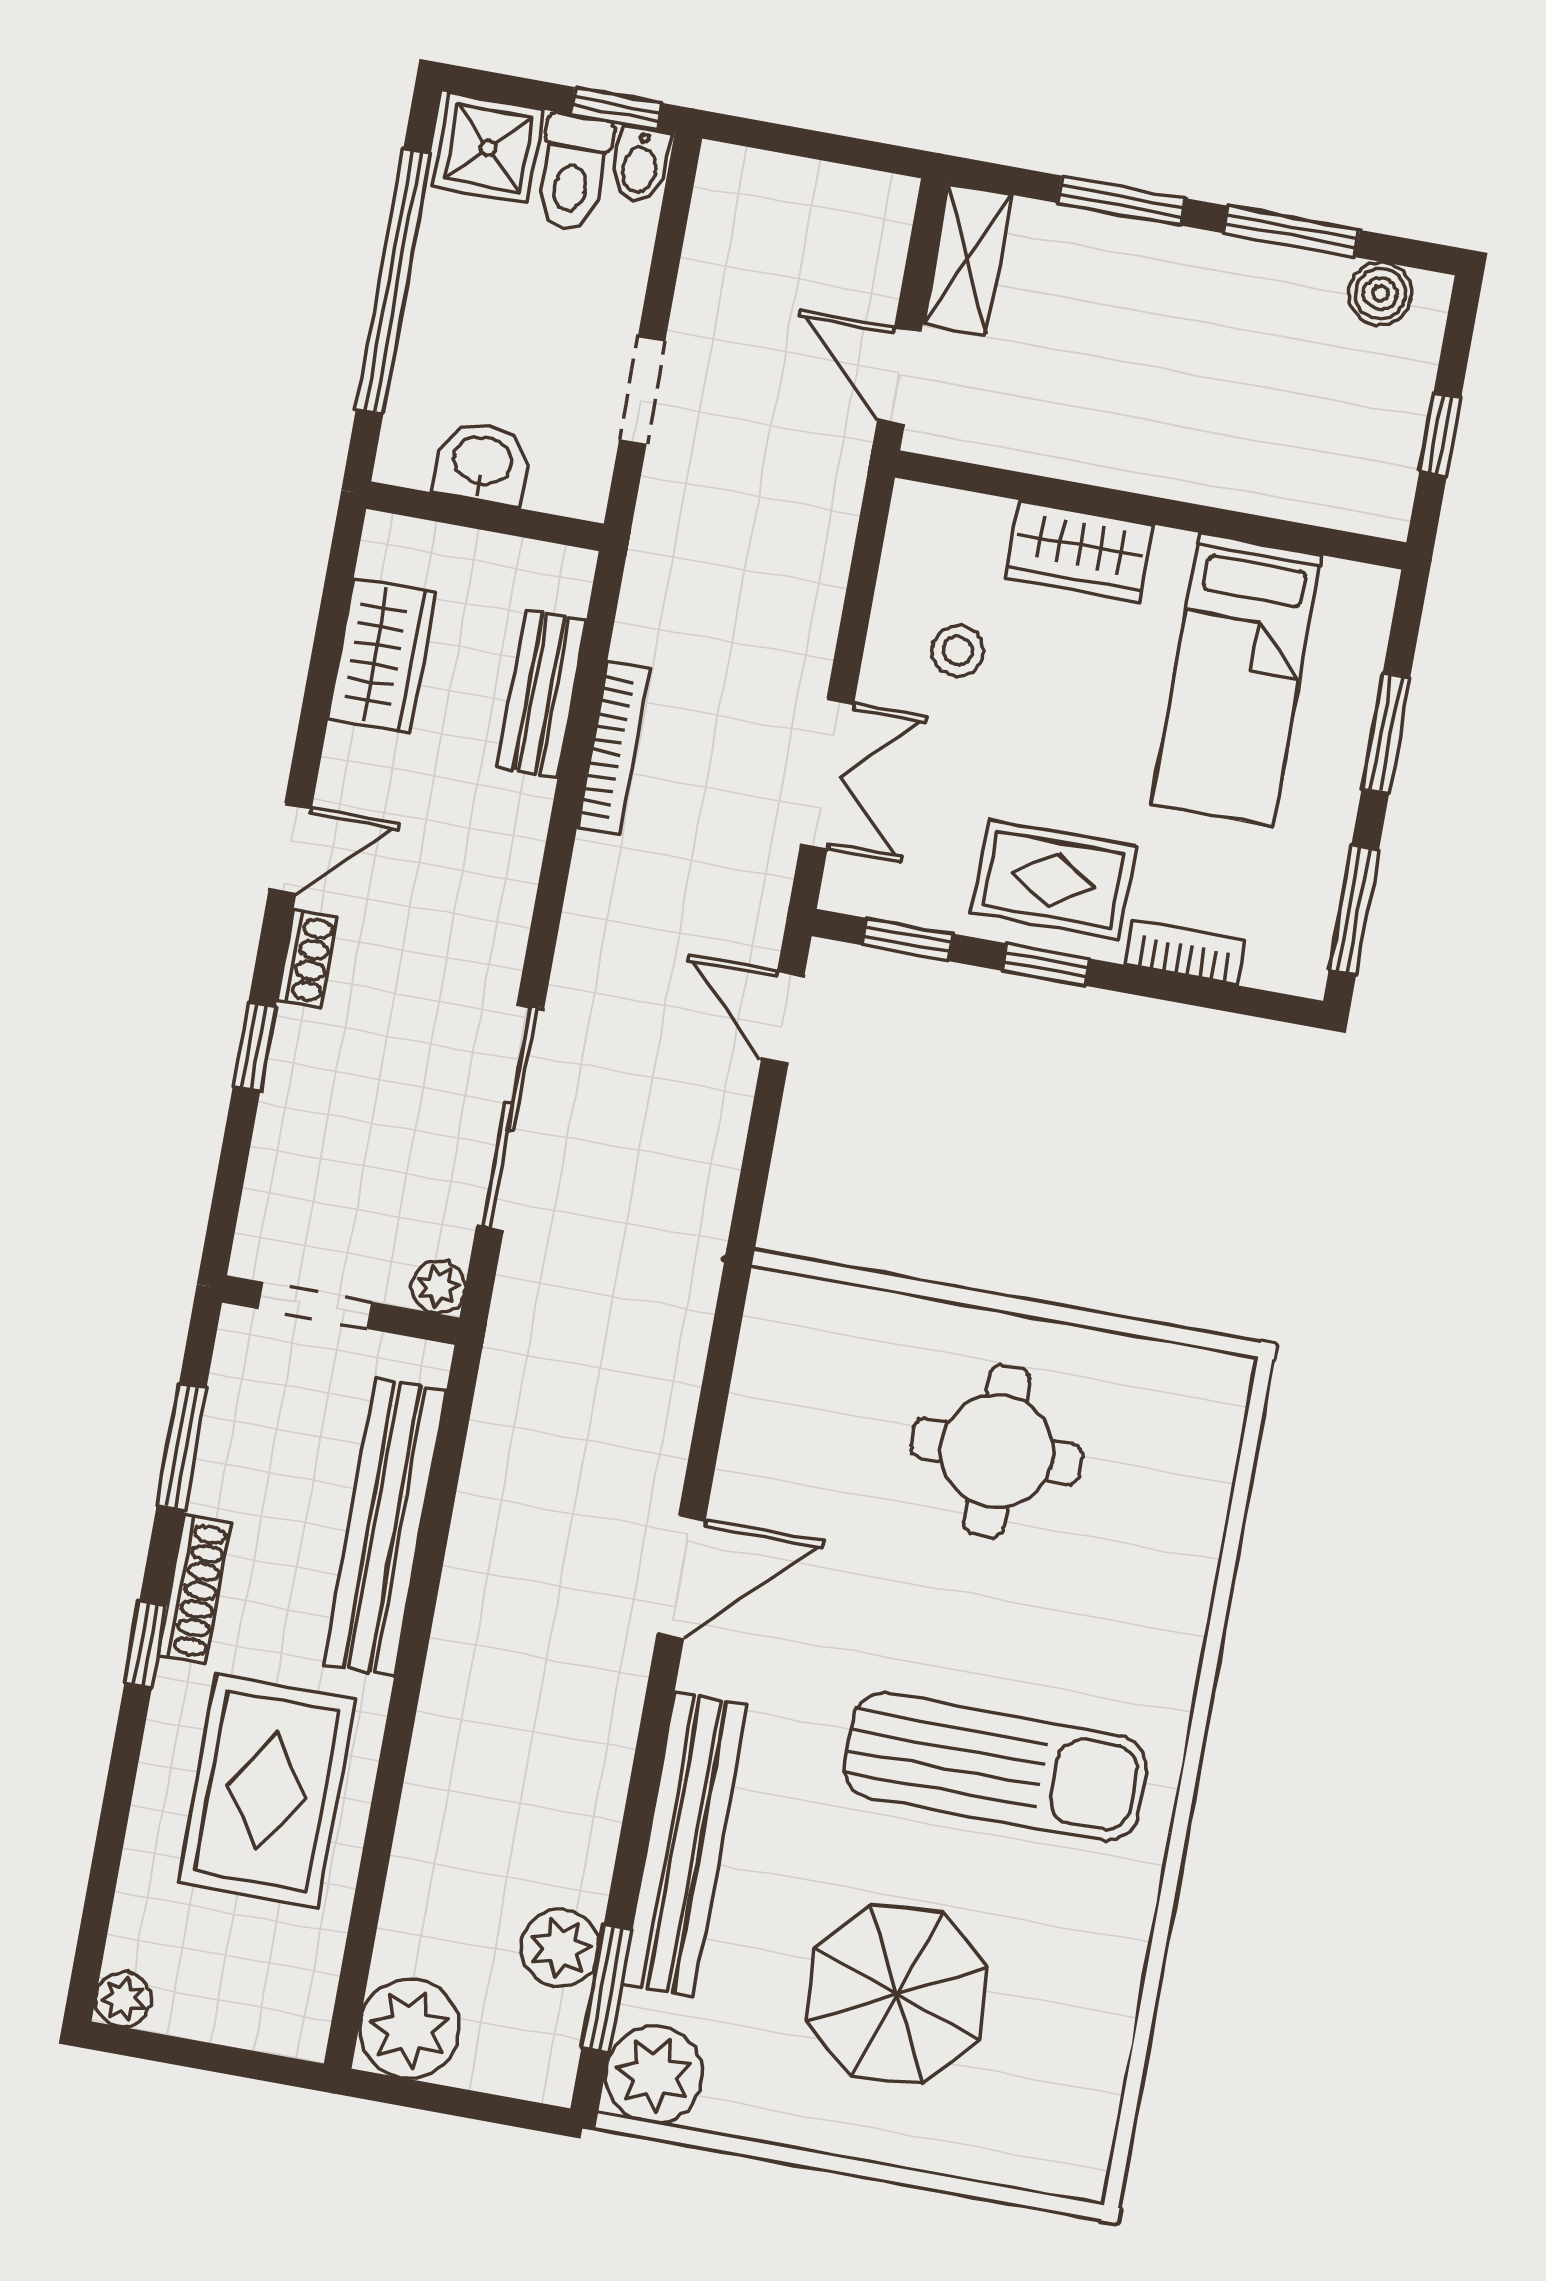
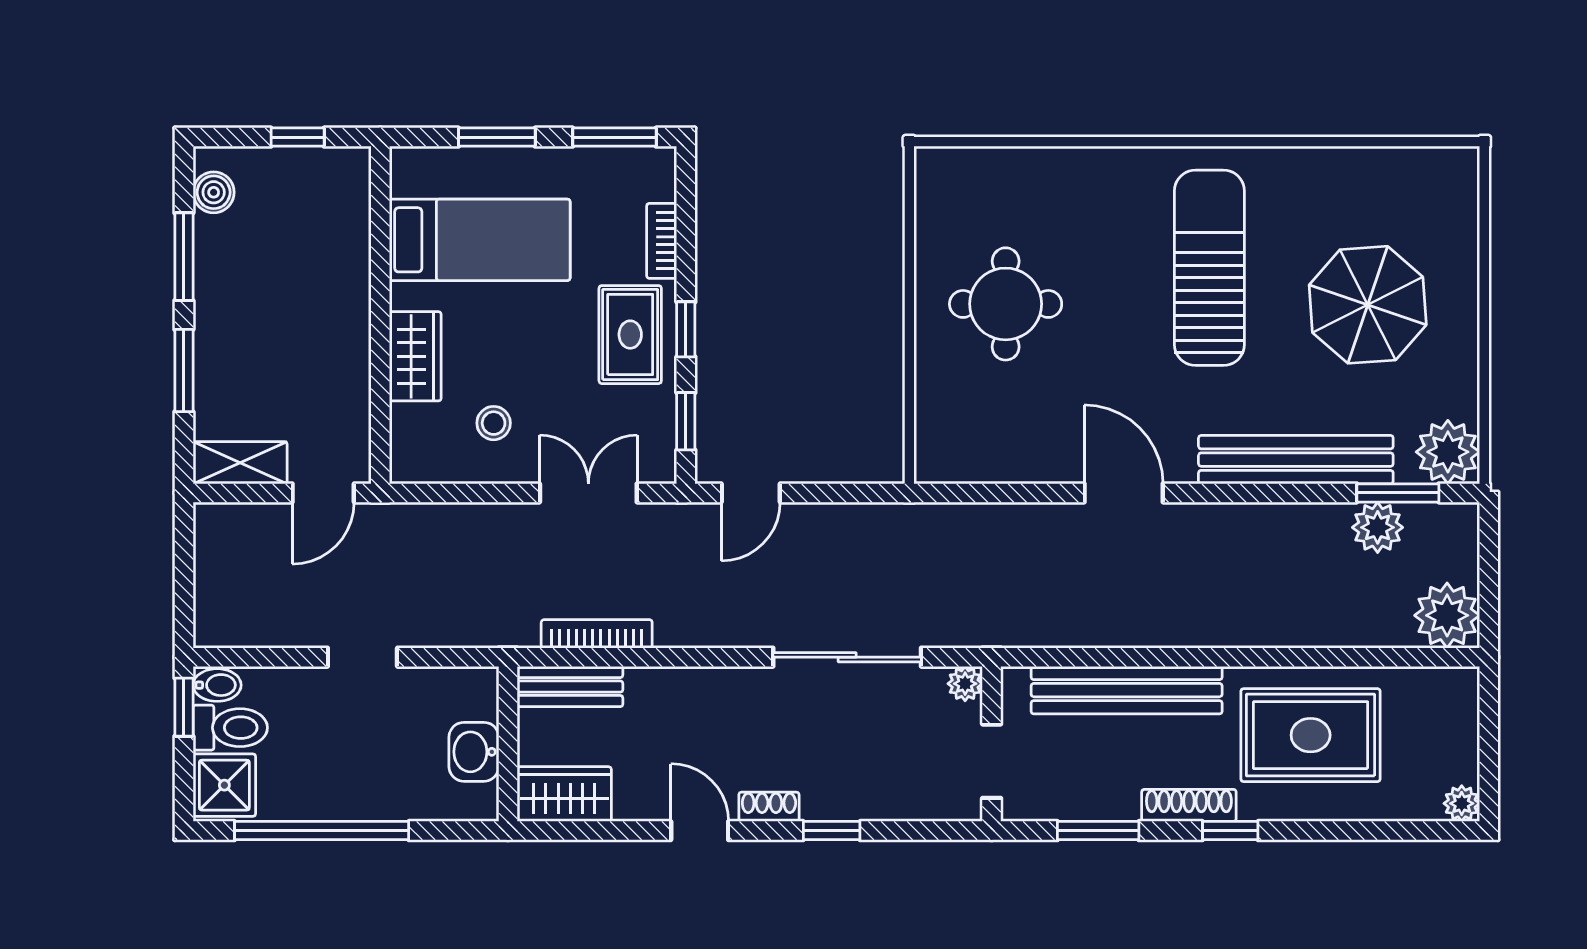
washbasin: (482, 463) -> (474, 752), moved
wall: (485, 516) -> (508, 744), moved

